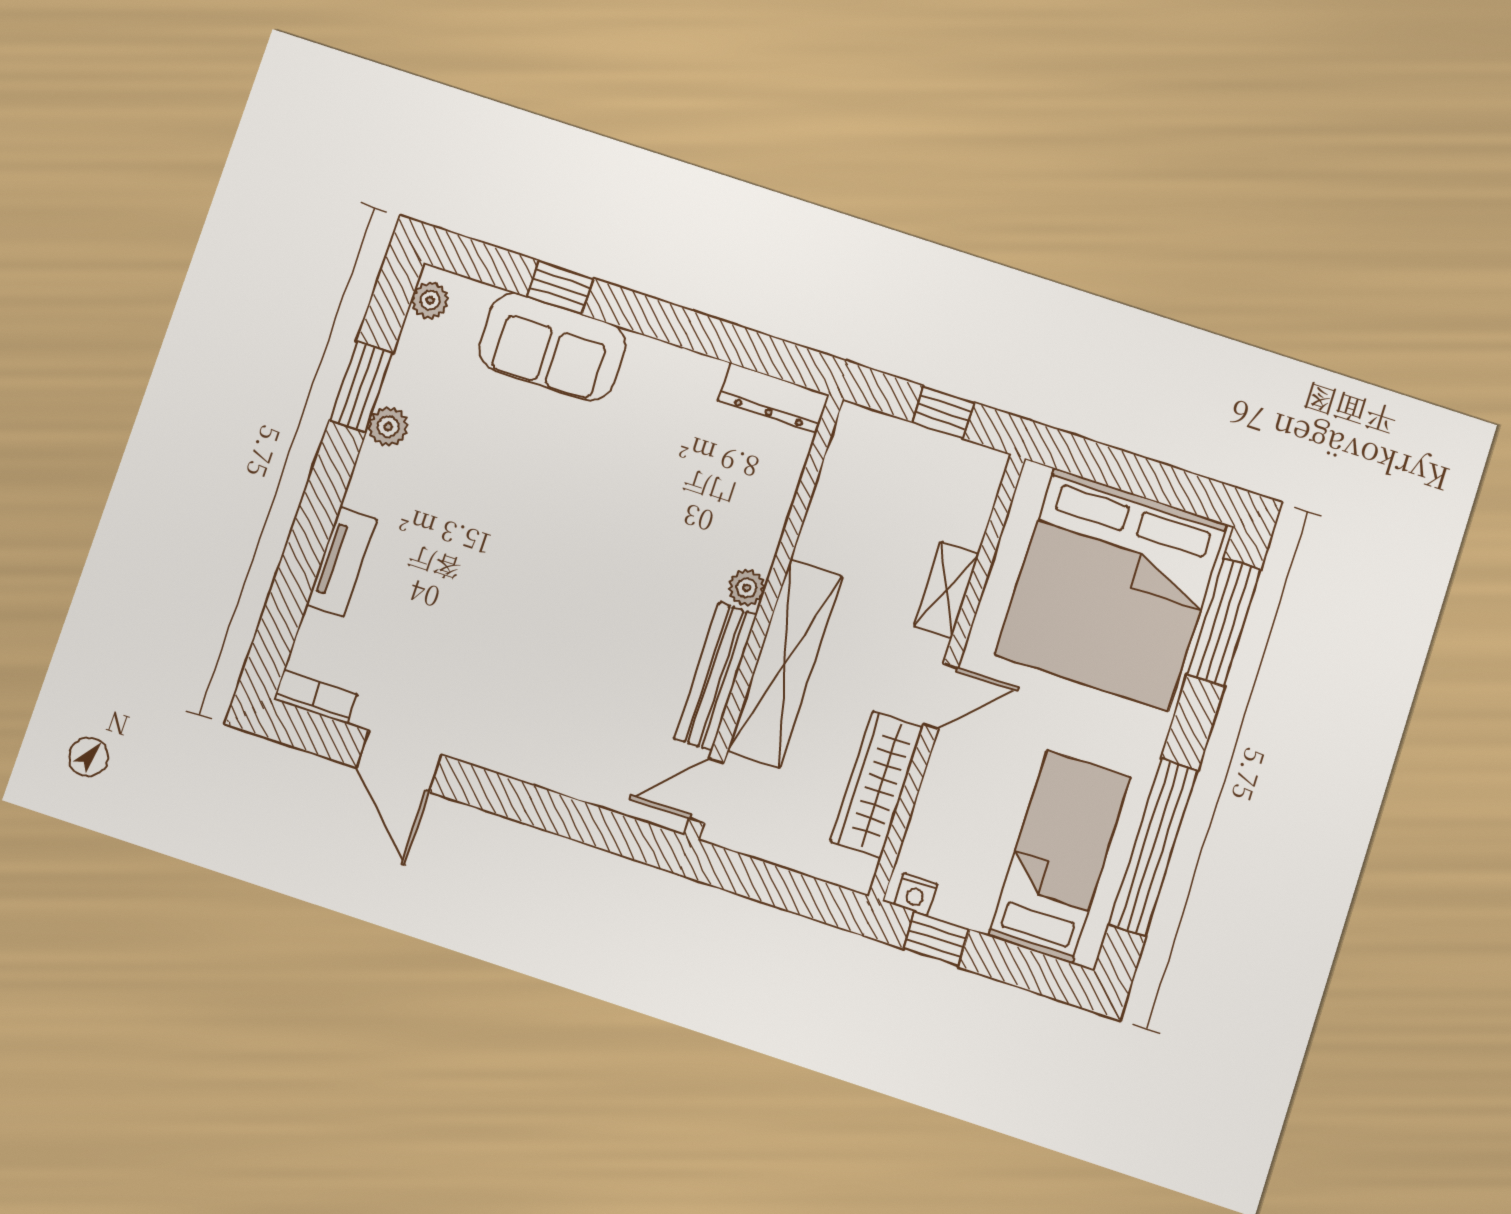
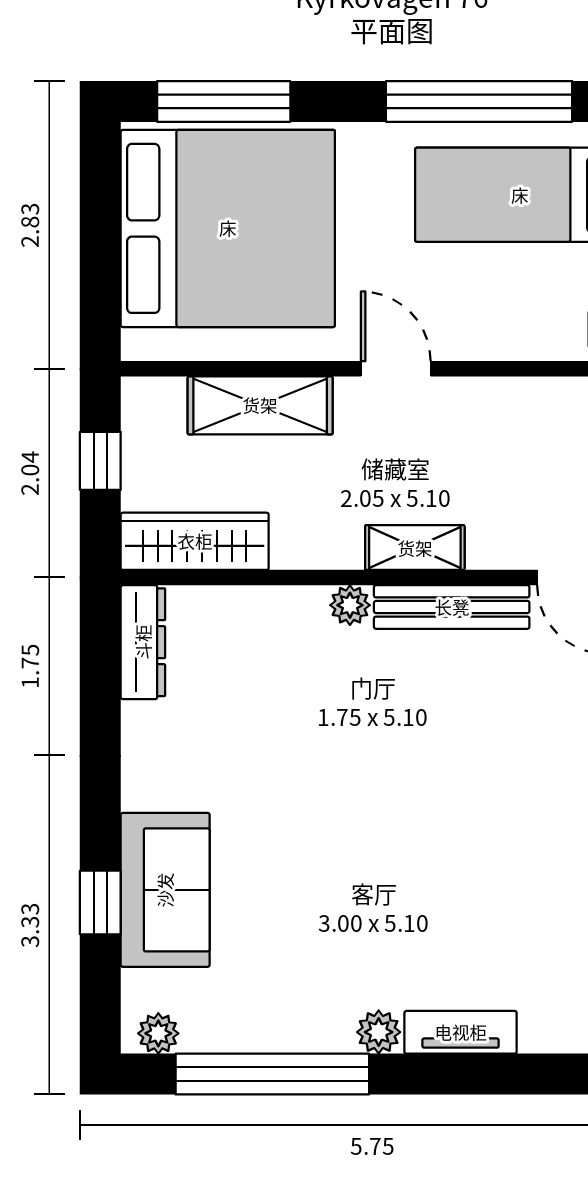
window: (361, 387) -> (272, 1074), width x2.11
plant: (388, 427) -> (379, 1032), moved
shelving: (946, 590) -> (260, 405), width x1.50, depth x1.33
shelving: (785, 663) -> (415, 548), width x0.45, depth x0.75
wardrobe: (877, 784) -> (195, 541), moved, turned 180

